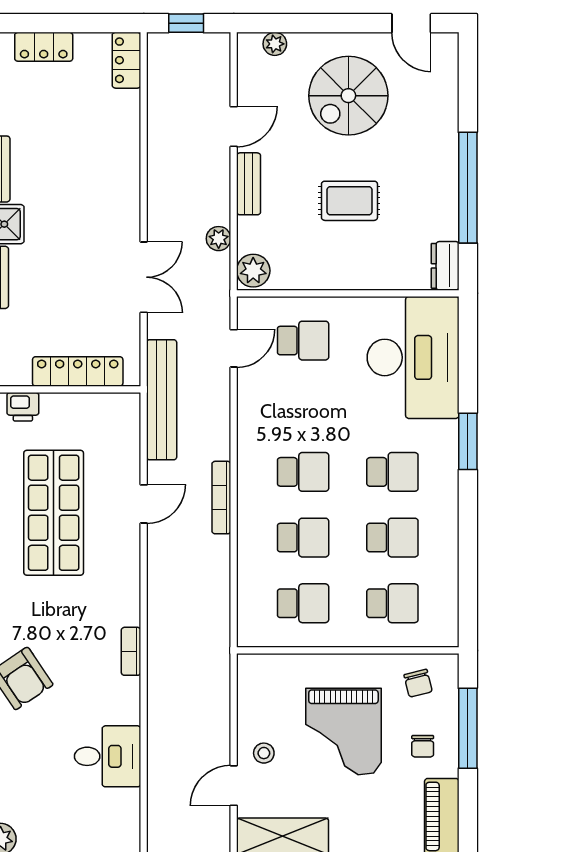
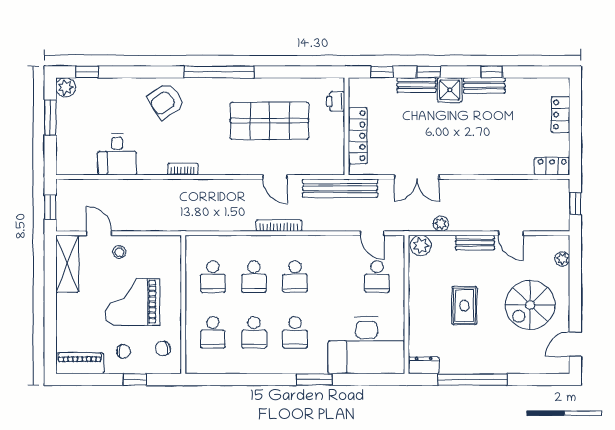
spiral stairs: (348, 96) -> (530, 305), turned -90
window: (468, 728) -> (135, 380), width x0.46
chair: (423, 746) -> (124, 351), turned 180

